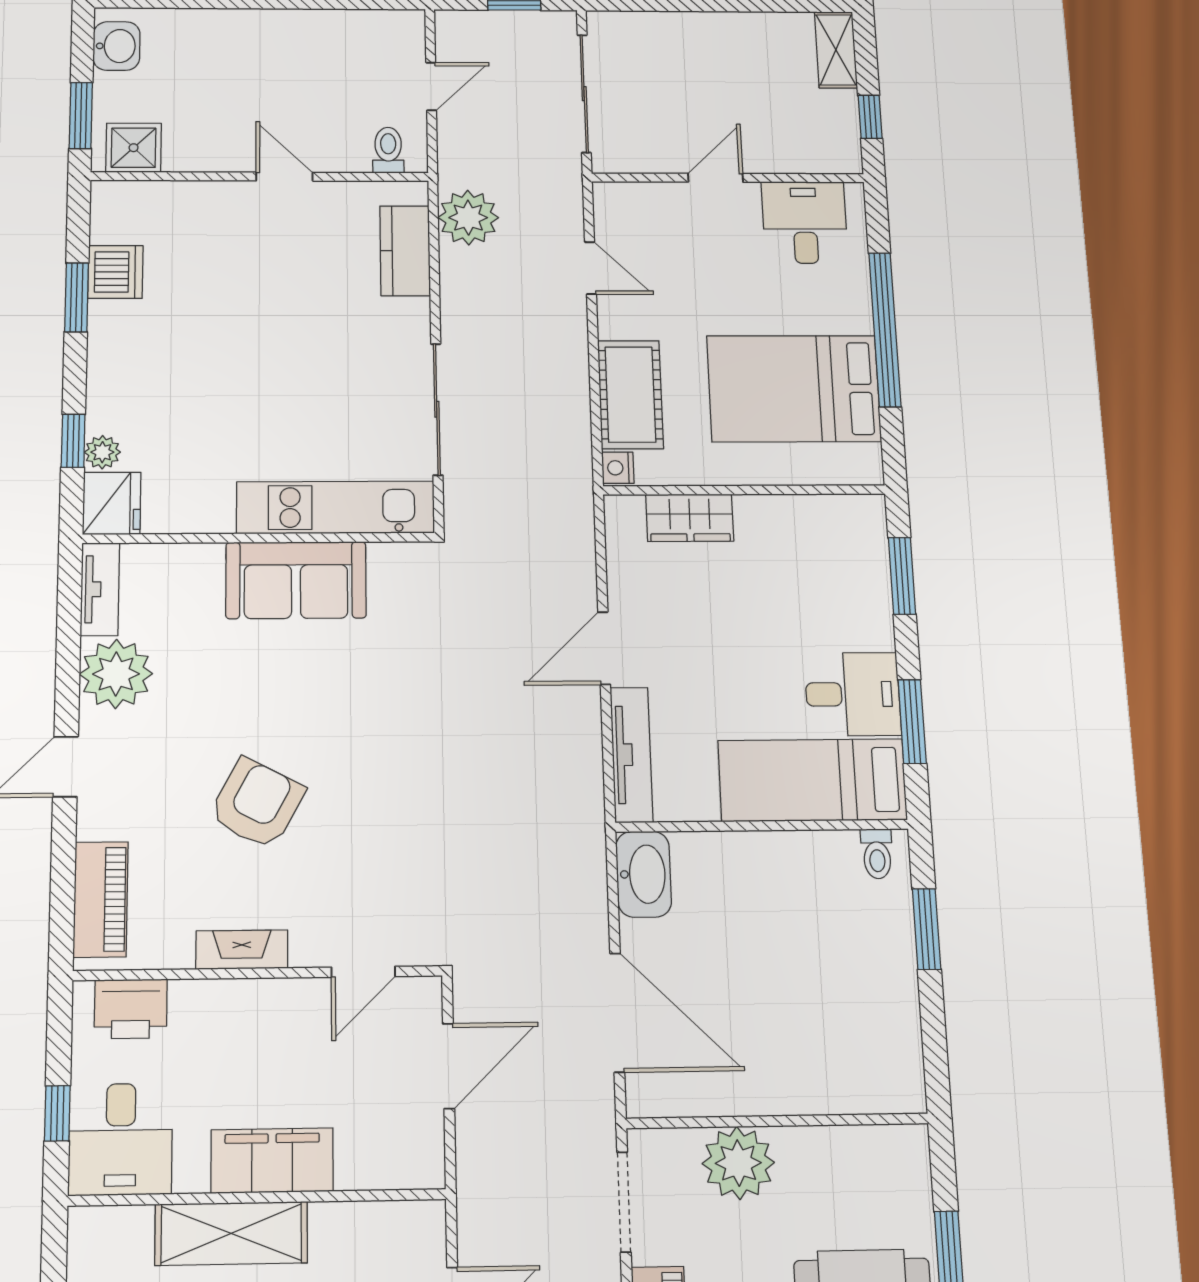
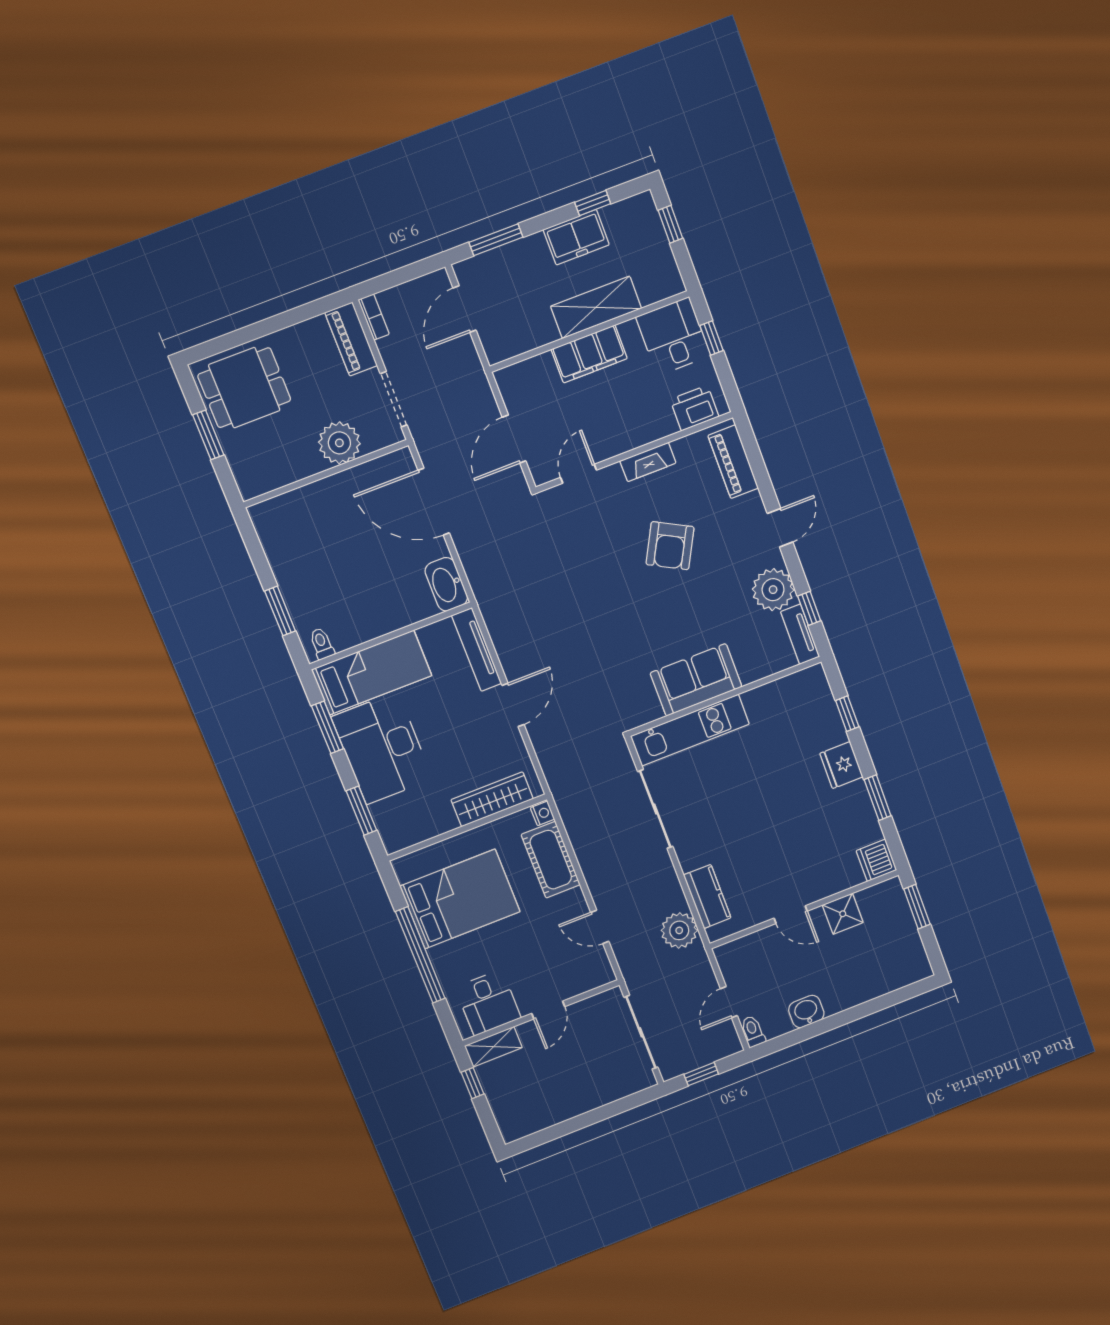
washbasin: (116, 46) -> (806, 1011), moved, turned 90
shelving: (836, 50) -> (493, 1047), moved, turned 90
shower: (134, 148) -> (843, 914), moved
toilet: (388, 150) -> (753, 1031), moved, turned 180
dishwasher: (115, 272) -> (876, 860), moved
plant: (102, 452) -> (829, 713), removed
fridge: (112, 503) -> (841, 765), moved
wardrobe: (690, 518) -> (492, 799), width x1.50
window: (69, 624) -> (809, 608), added
desk: (853, 694) -> (382, 748), width x1.87, depth x1.30

